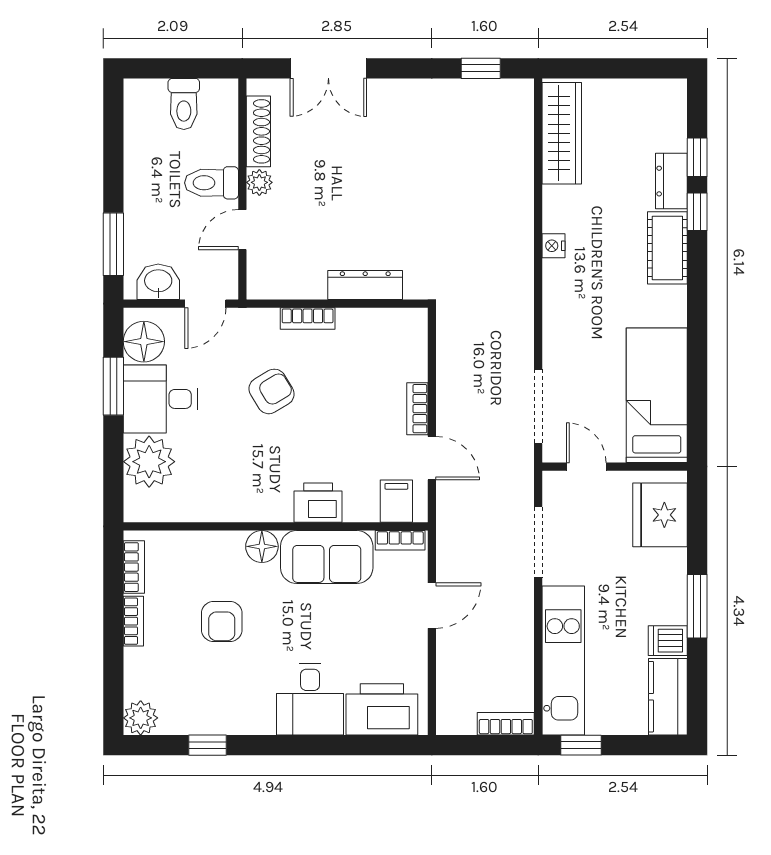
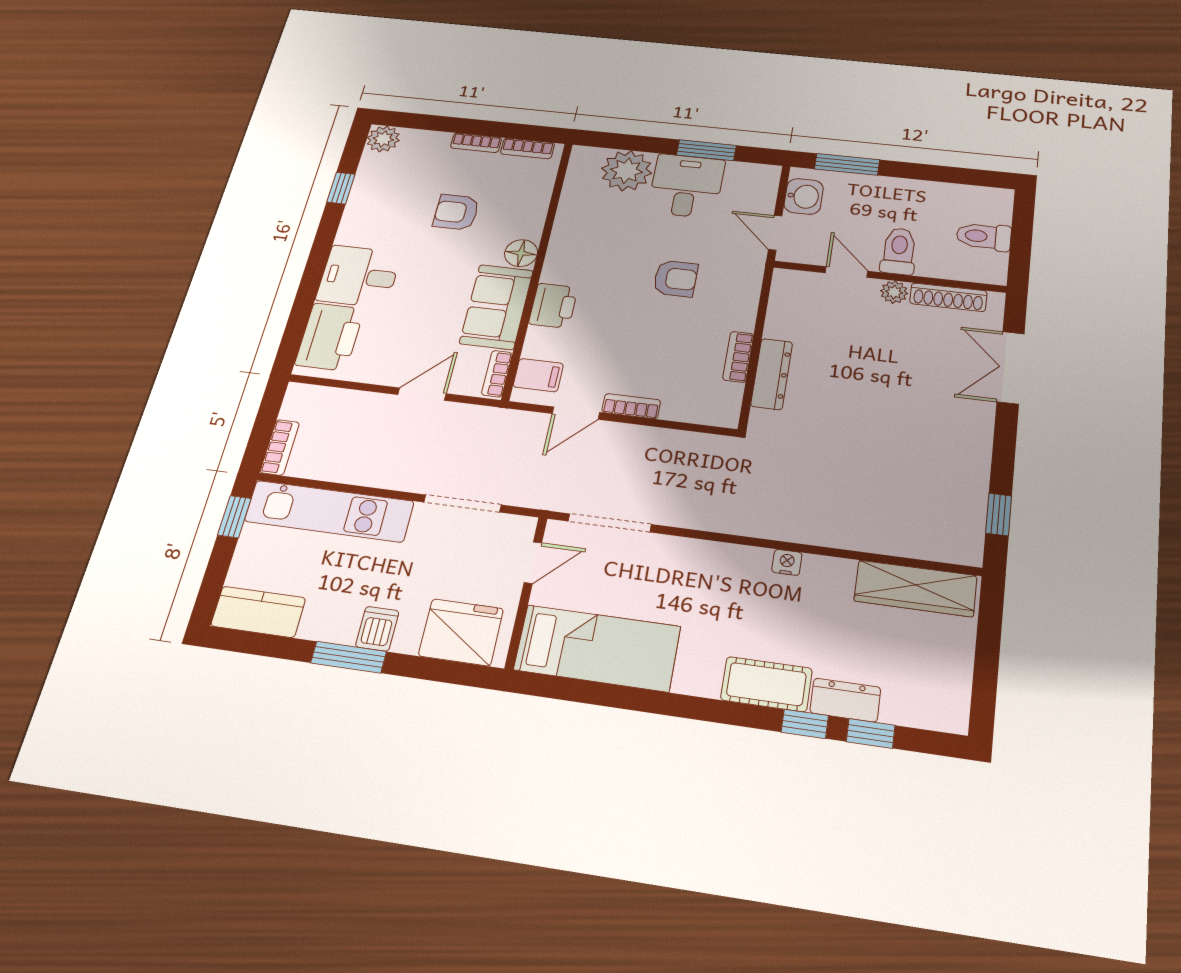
bookcase: (308, 319) -> (738, 357), moved
floor lamp: (144, 342) -> (746, 179), removed
armchair: (272, 391) -> (675, 279), turned -59
door: (432, 606) -> (422, 394), swing flipped
dishwasher: (668, 641) -> (377, 629), moved

